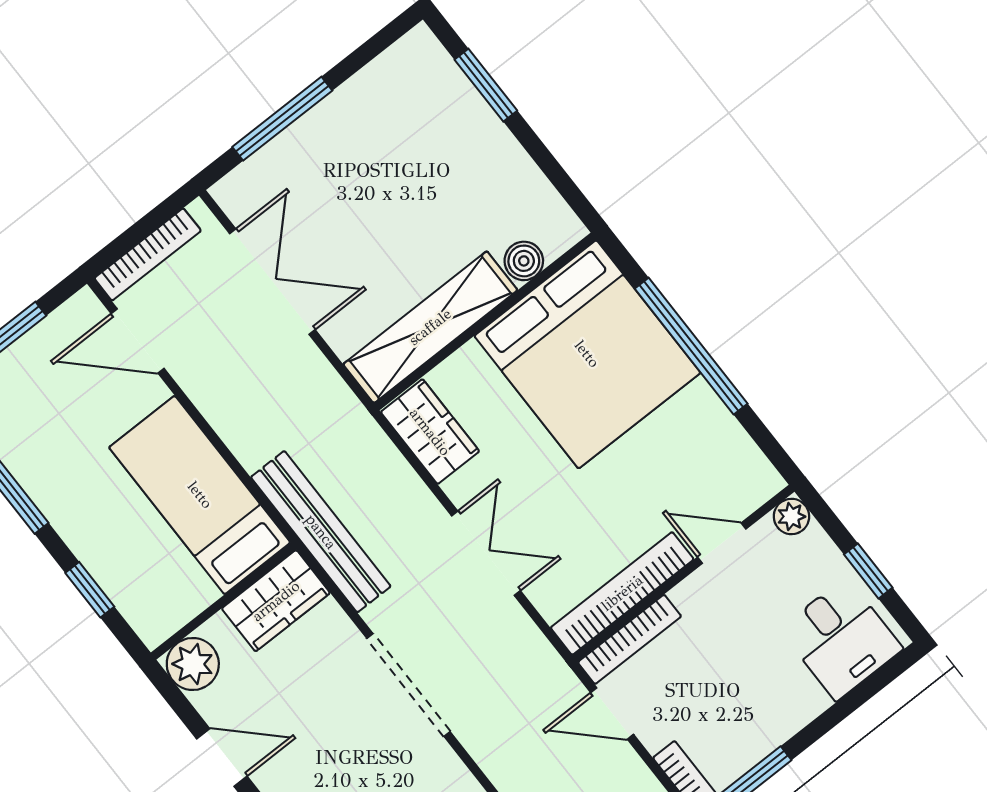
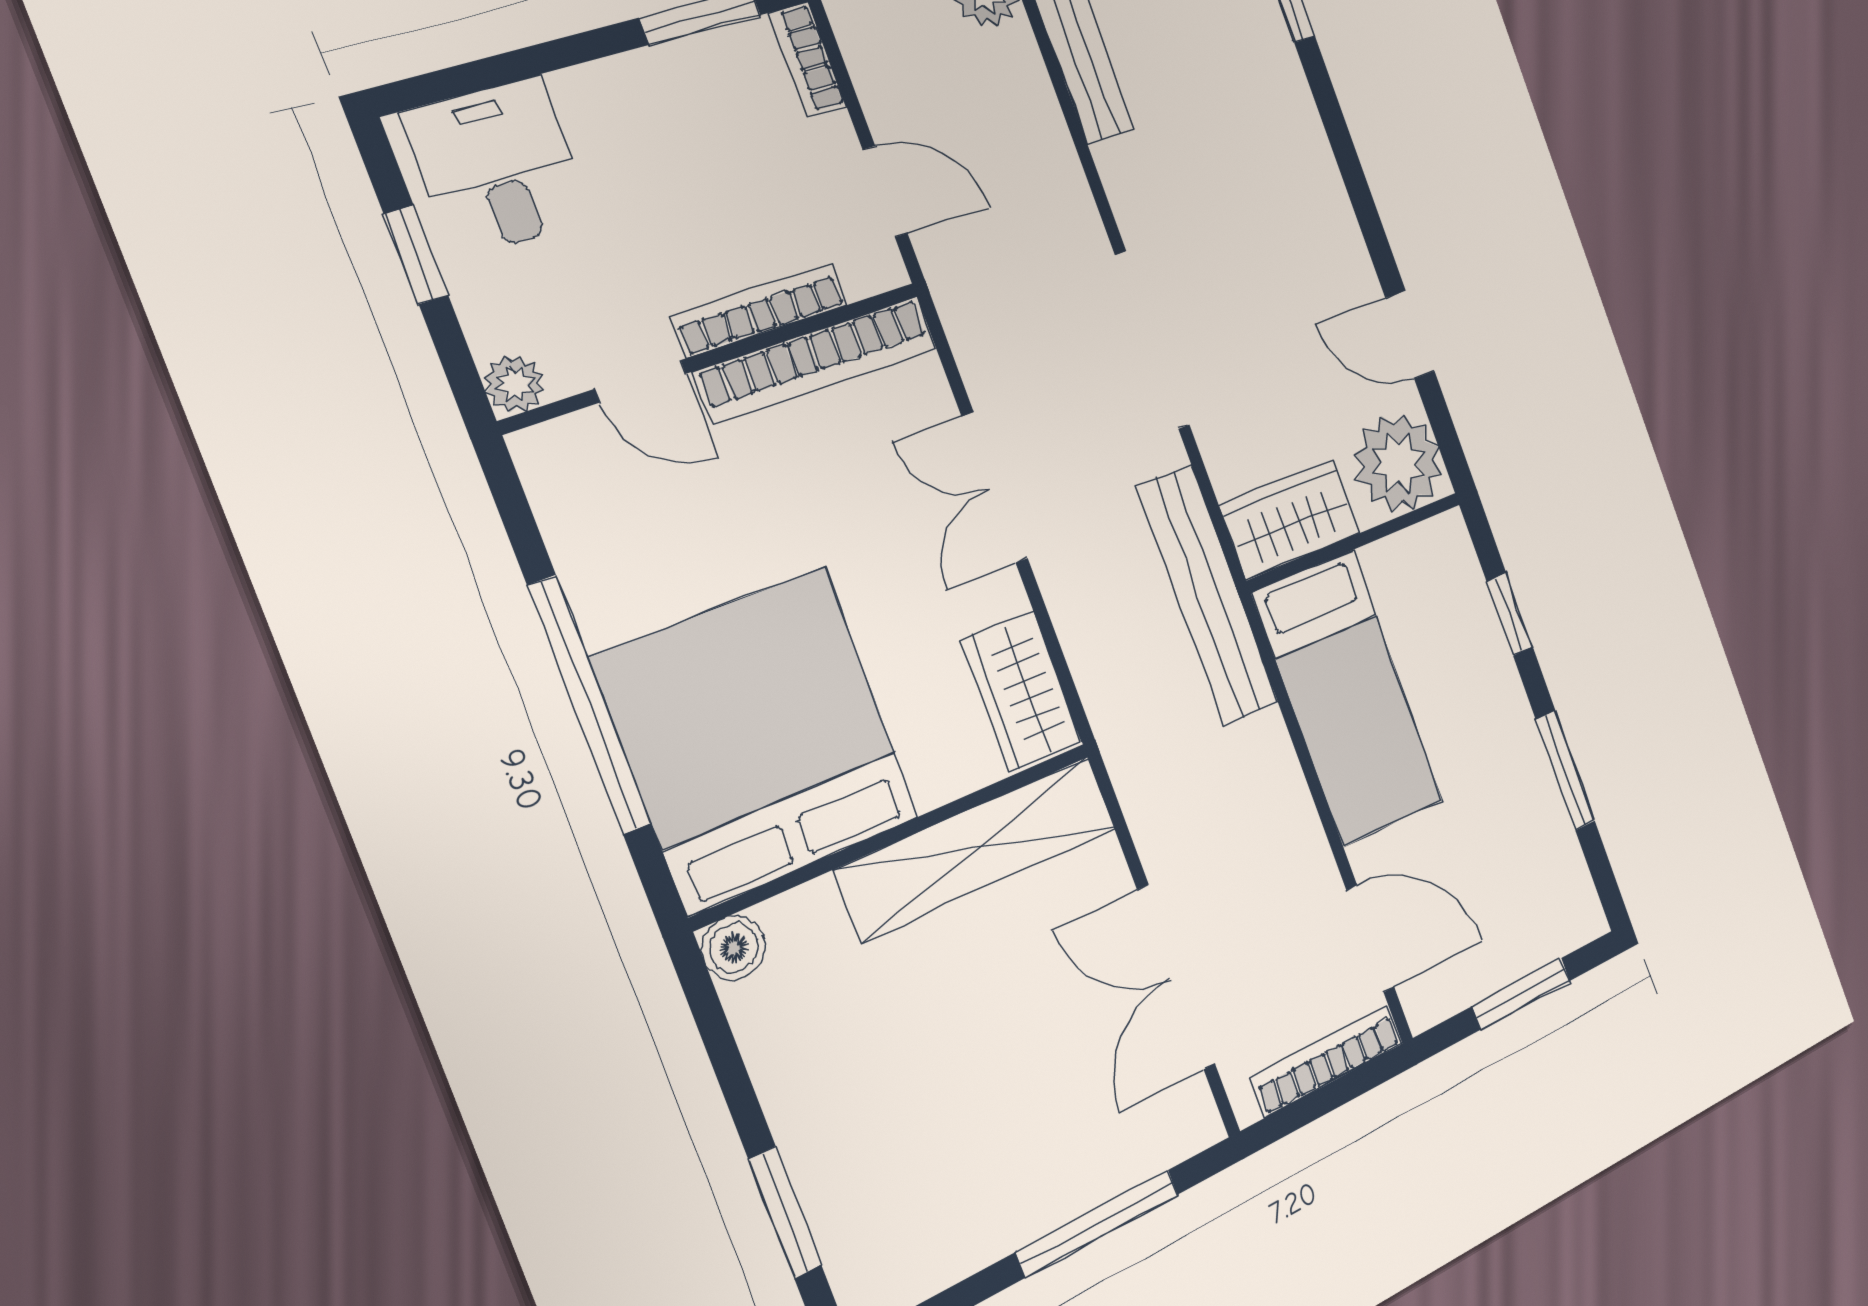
boiler: (524, 261) -> (734, 948), moved
bookcase: (630, 639) -> (760, 310), moved
plant: (193, 664) -> (1398, 463), width x1.36, depth x1.36

